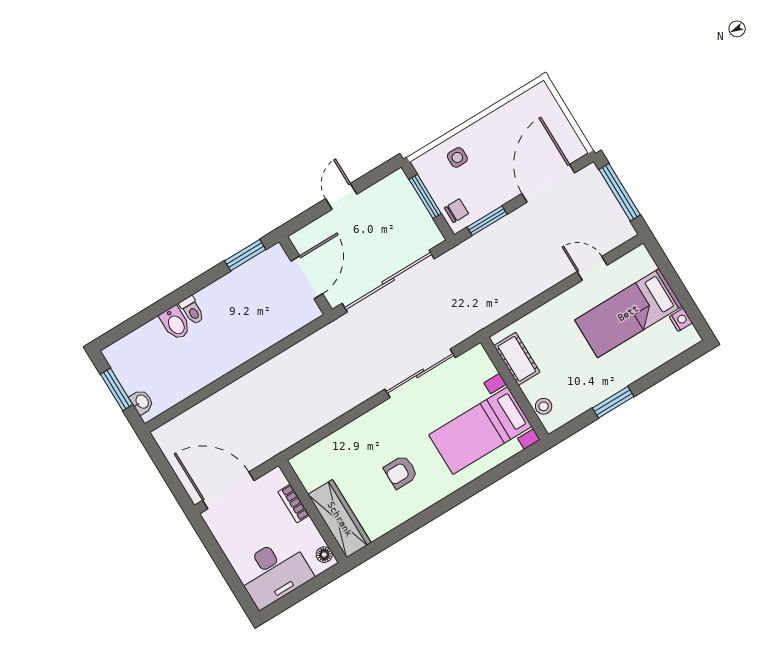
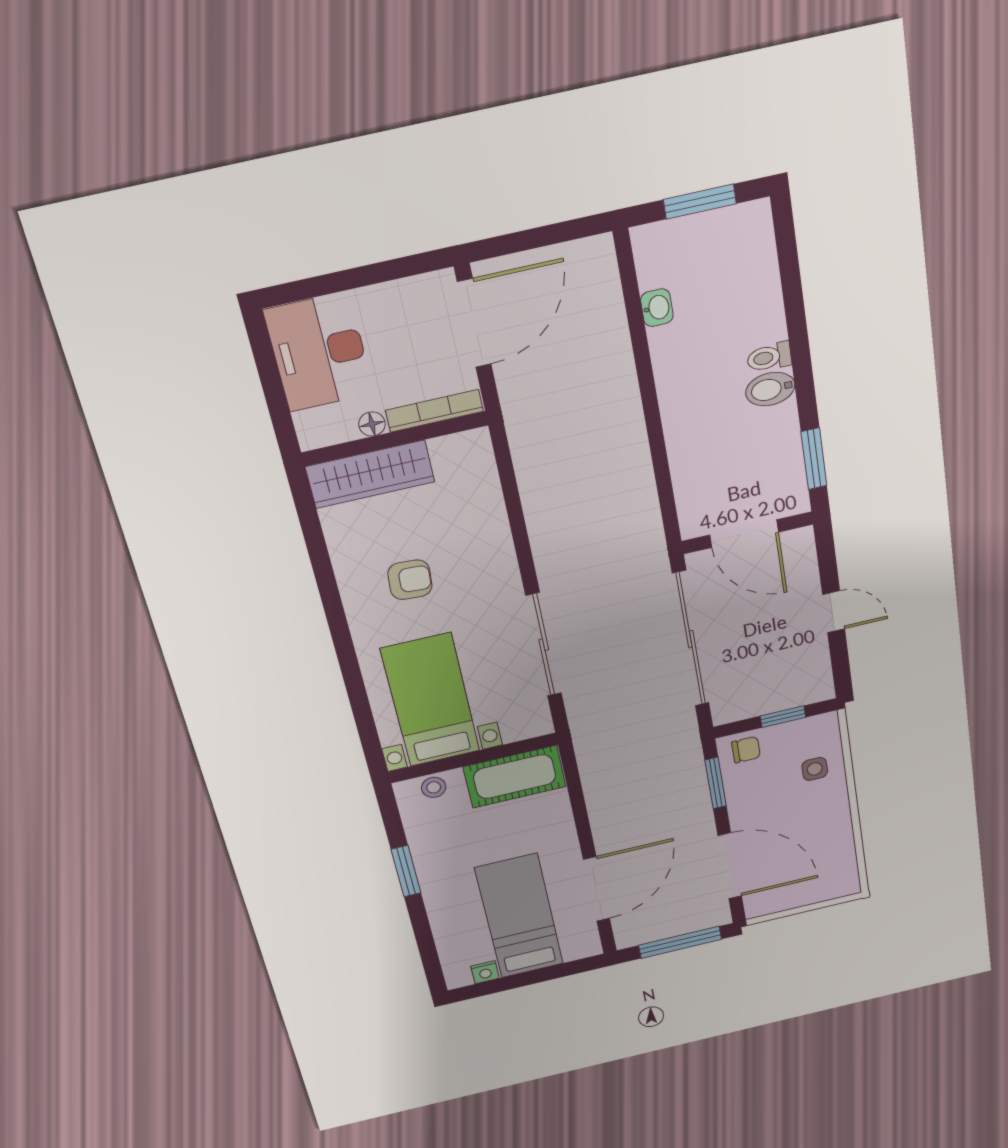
window: (425, 196) -> (783, 717), width x0.67
chair: (456, 211) -> (746, 750), turned -90
door: (592, 268) -> (596, 889), width x1.87
bidet: (175, 323) -> (770, 389), moved
cot: (517, 359) -> (515, 777), width x1.37, depth x1.34
washbasin: (142, 402) -> (657, 308), moved, turned -90
armchair: (401, 472) -> (410, 580), turned 94
bookcase: (294, 504) -> (434, 411), width x1.56
floor lamp: (324, 555) -> (372, 424), moved

